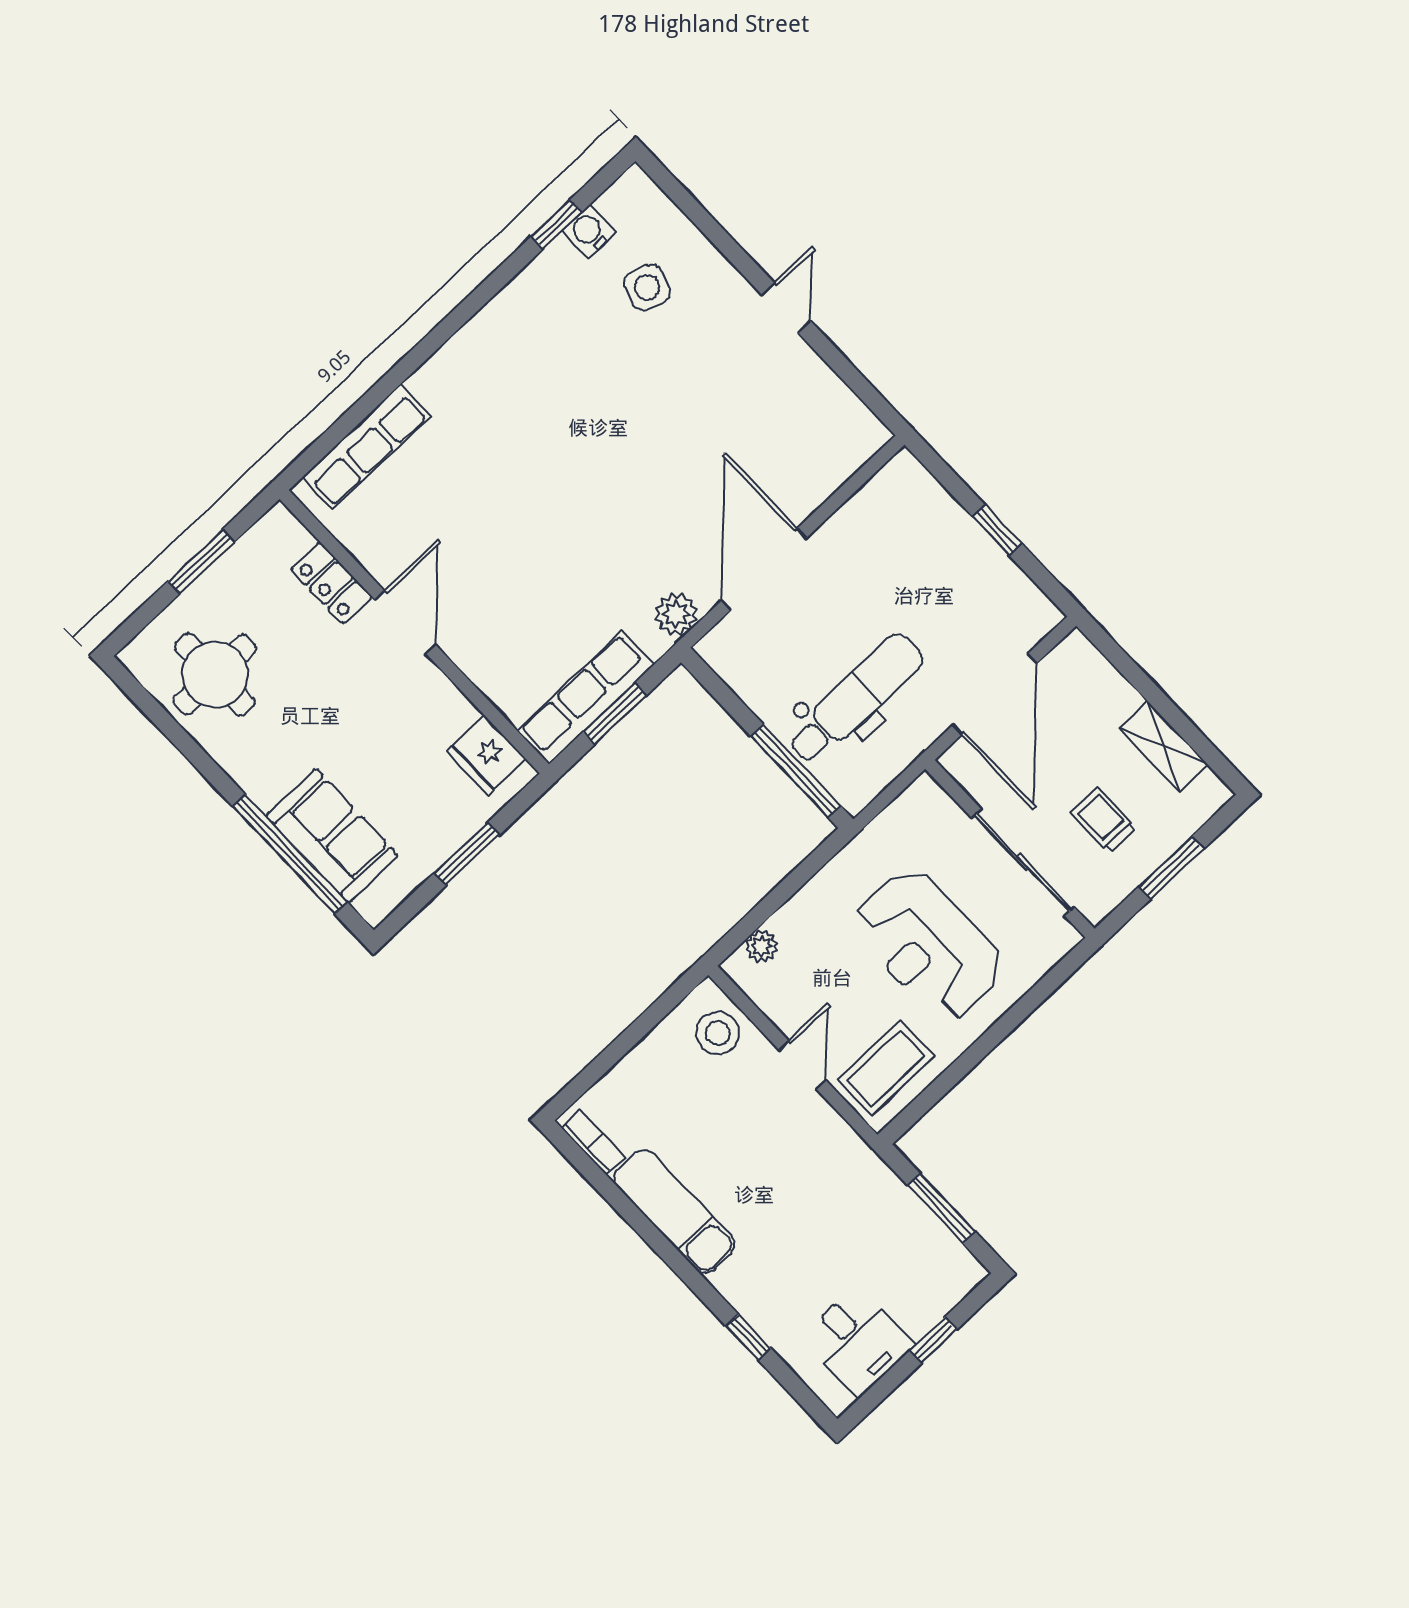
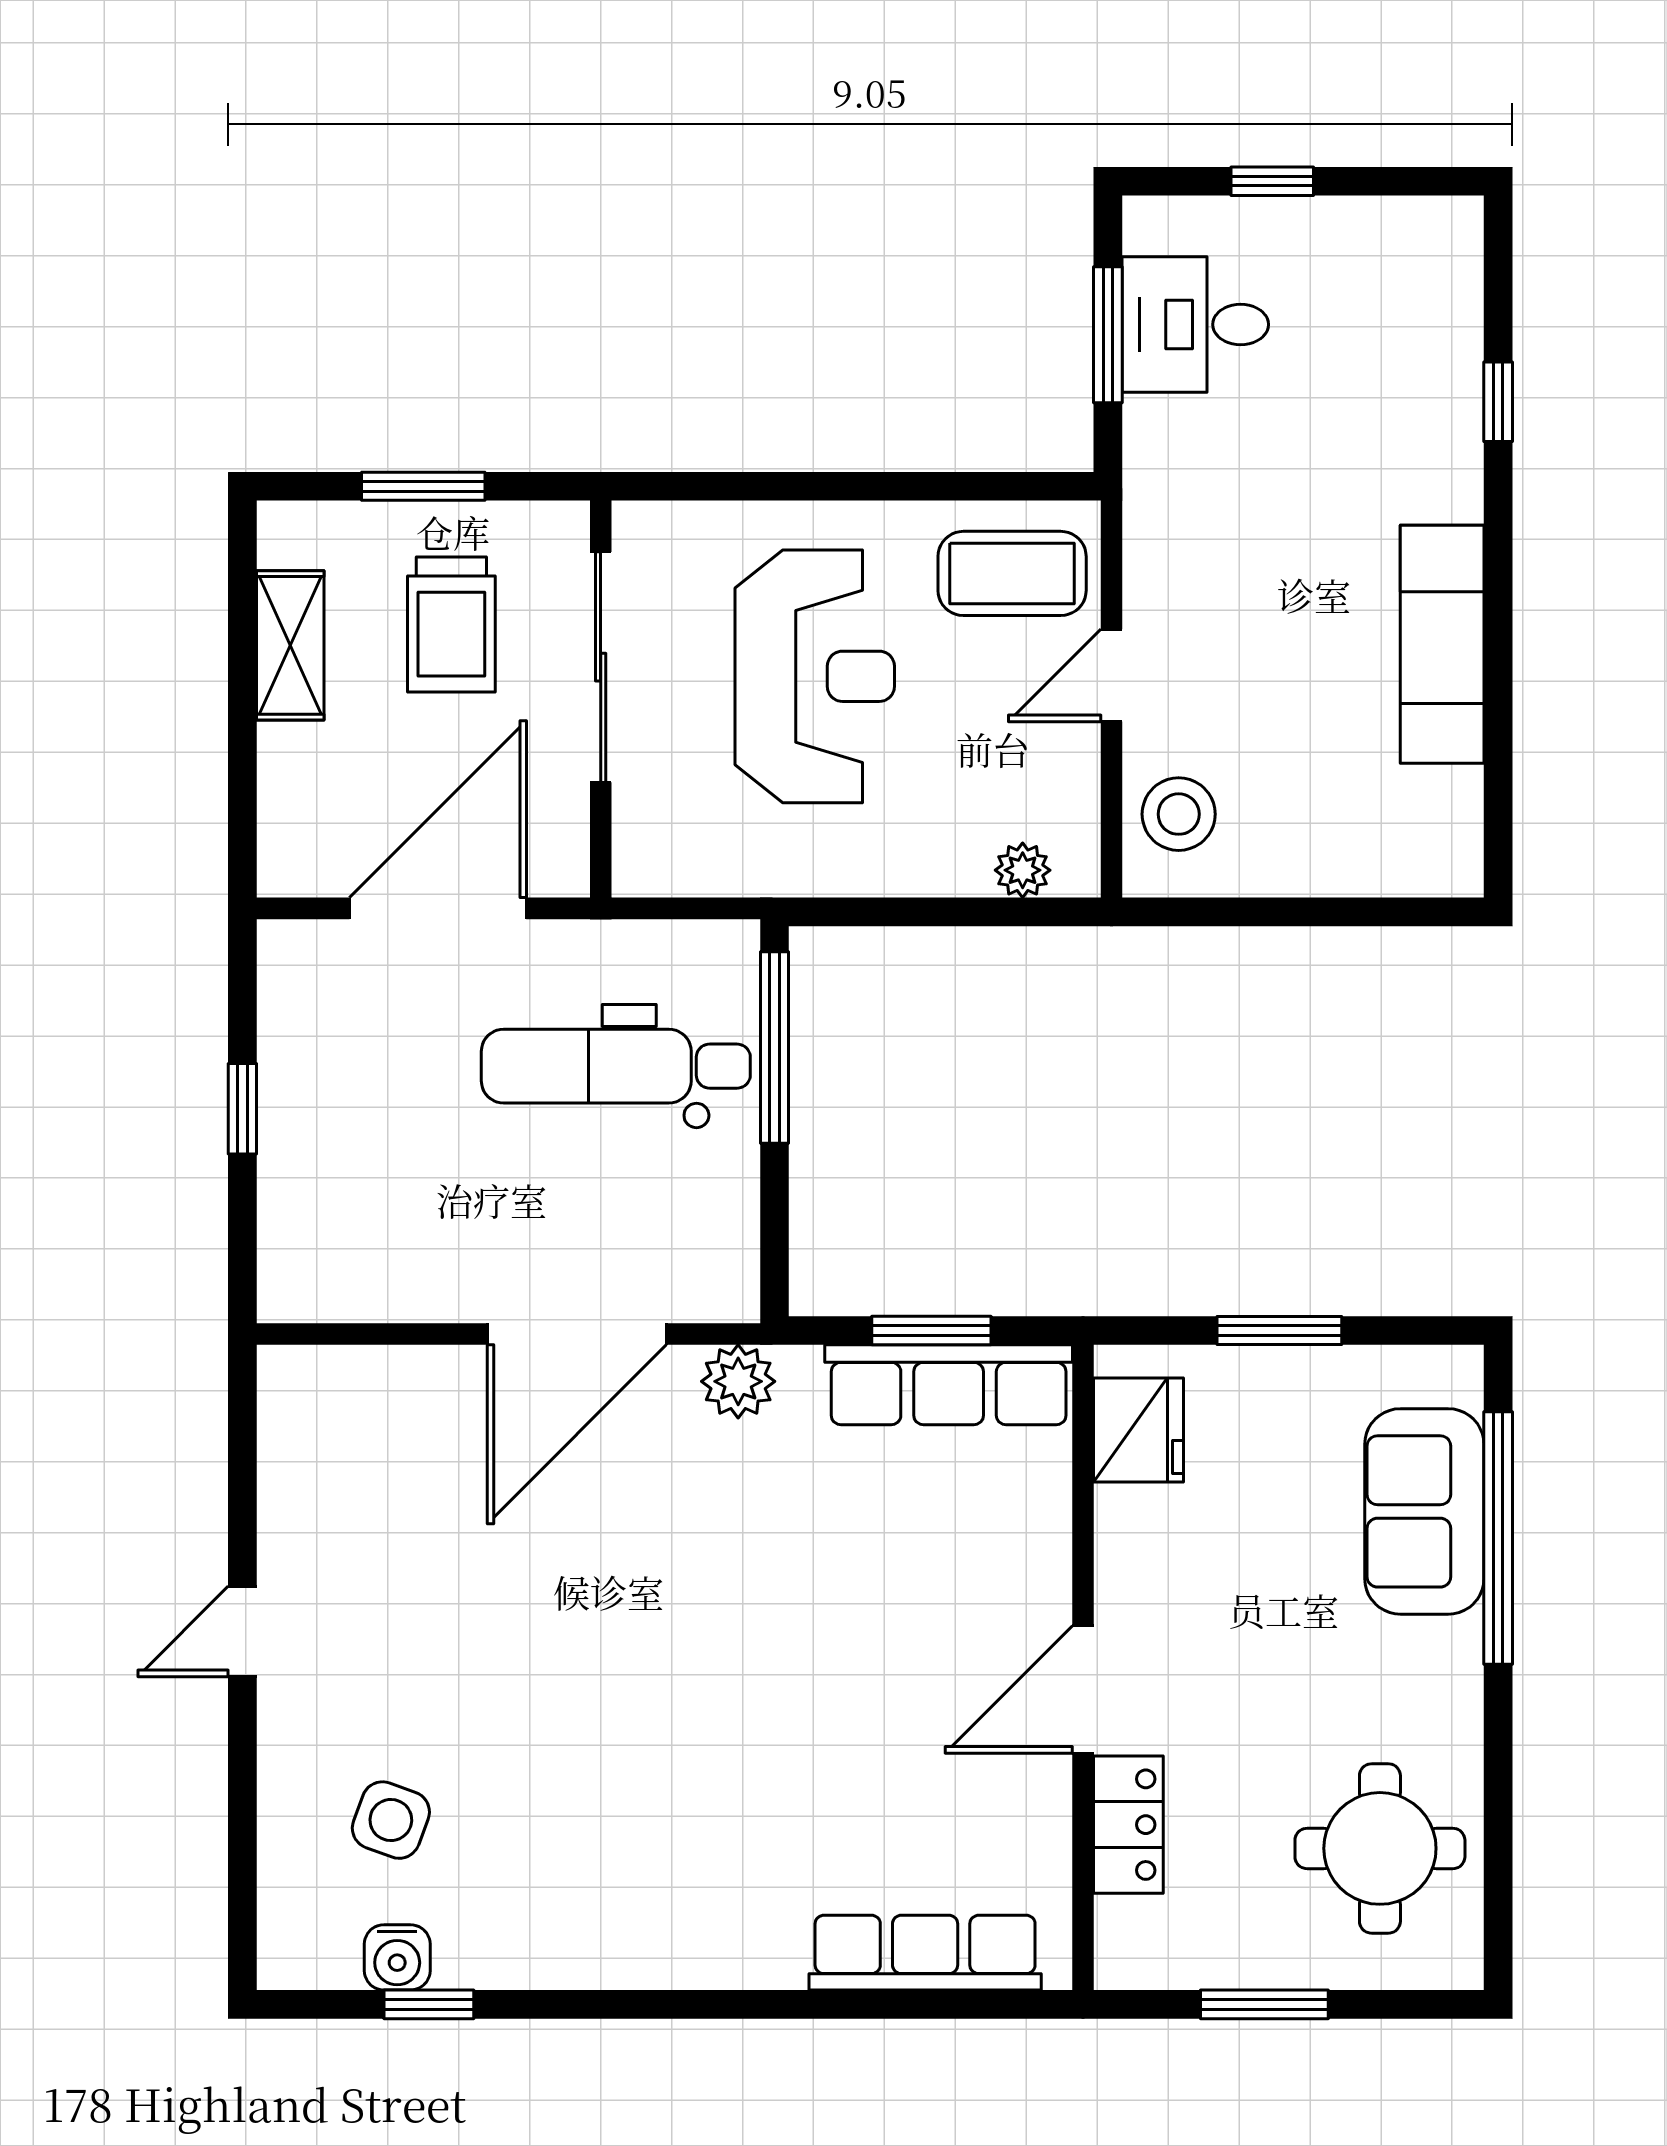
trolley: (1104, 820) -> (451, 625), width x1.36, depth x1.39
bookcase: (593, 1143) -> (1462, 825), removed
desk: (858, 1341) -> (1195, 324), moved, turned -90

